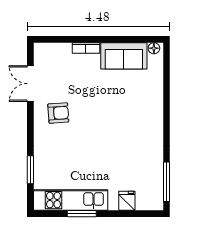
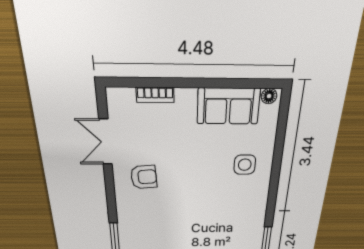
bookcase: (86, 48) -> (155, 95), moved
side table: (140, 103) -> (245, 165), added

